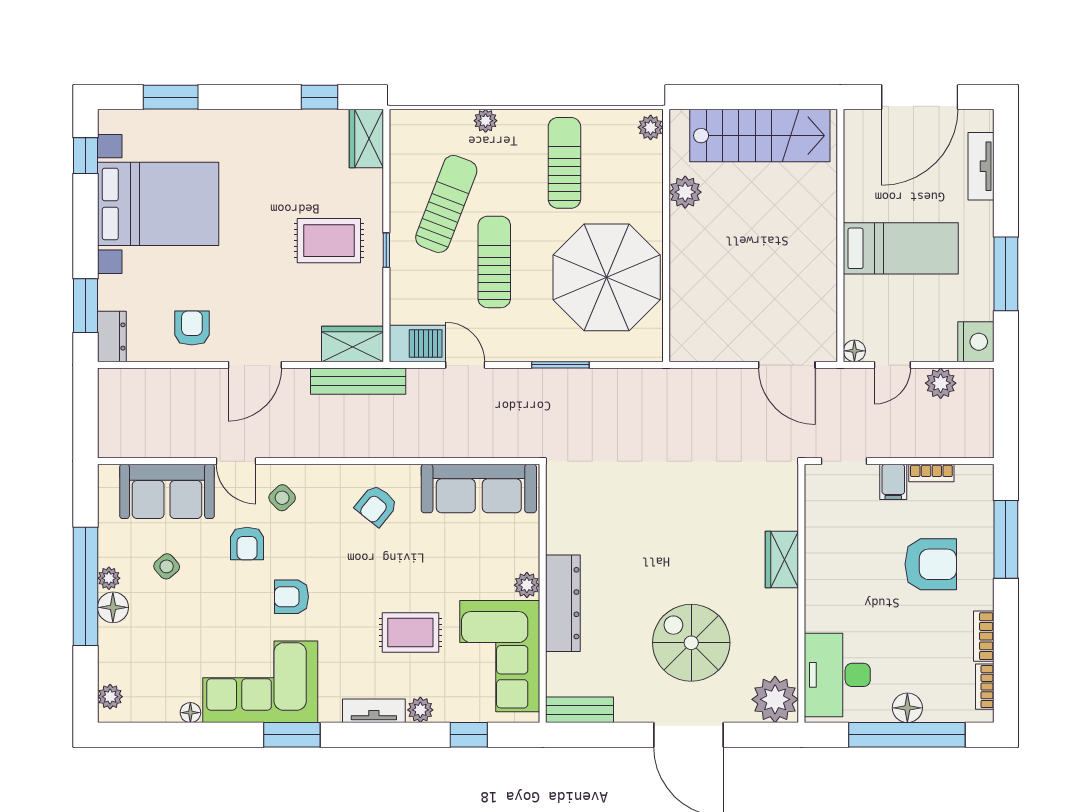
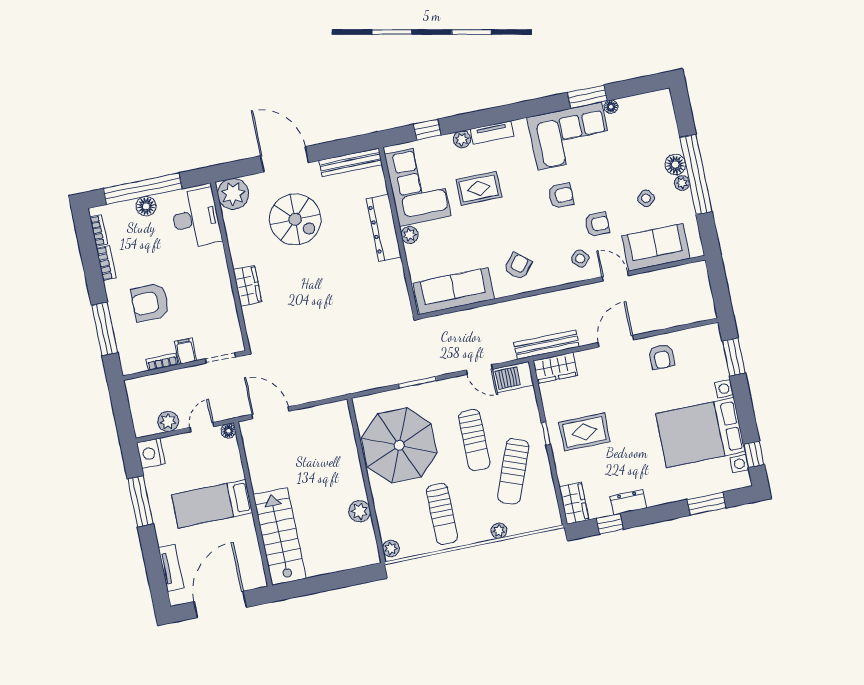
stairs: (760, 136) -> (280, 537), moved, turned 90
dresser: (112, 336) -> (628, 502), moved, turned 90
armchair: (247, 543) -> (597, 224), turned 90
plant: (110, 697) -> (665, 106), removed
bench: (580, 710) -> (351, 163), width x1.36
window: (292, 735) -> (587, 97), moved

